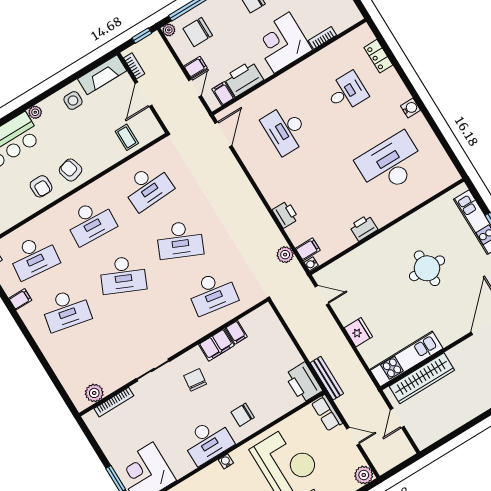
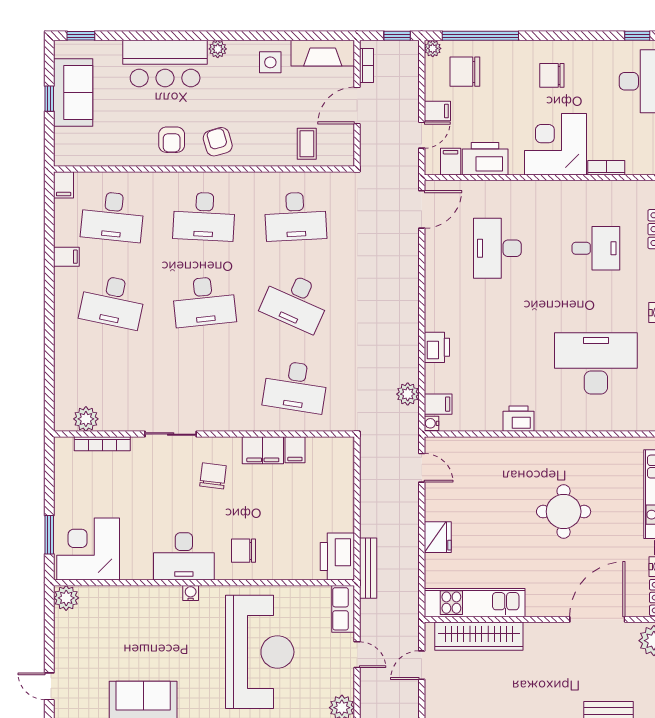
desk: (123, 275) -> (204, 302), turned -30

